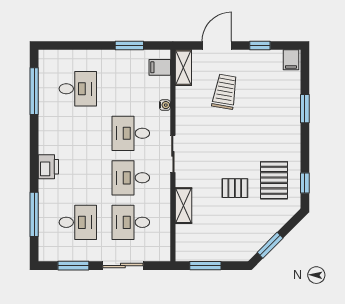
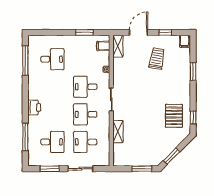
trolley: (225, 92) -> (157, 58), moved
pallet: (235, 188) -> (150, 121), removed
window: (205, 266) -> (142, 169), moved

